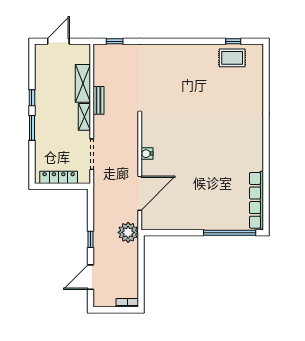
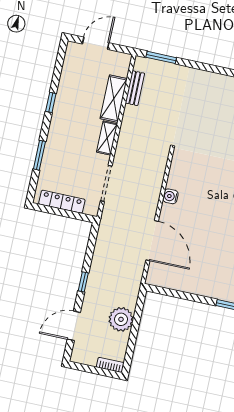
window: (115, 41) -> (161, 57), width x1.50
bench: (98, 100) -> (135, 88), moved
window: (32, 128) -> (39, 155), moved
door: (140, 193) -> (152, 241), hinge flipped
plant: (128, 232) -> (121, 319), moved

